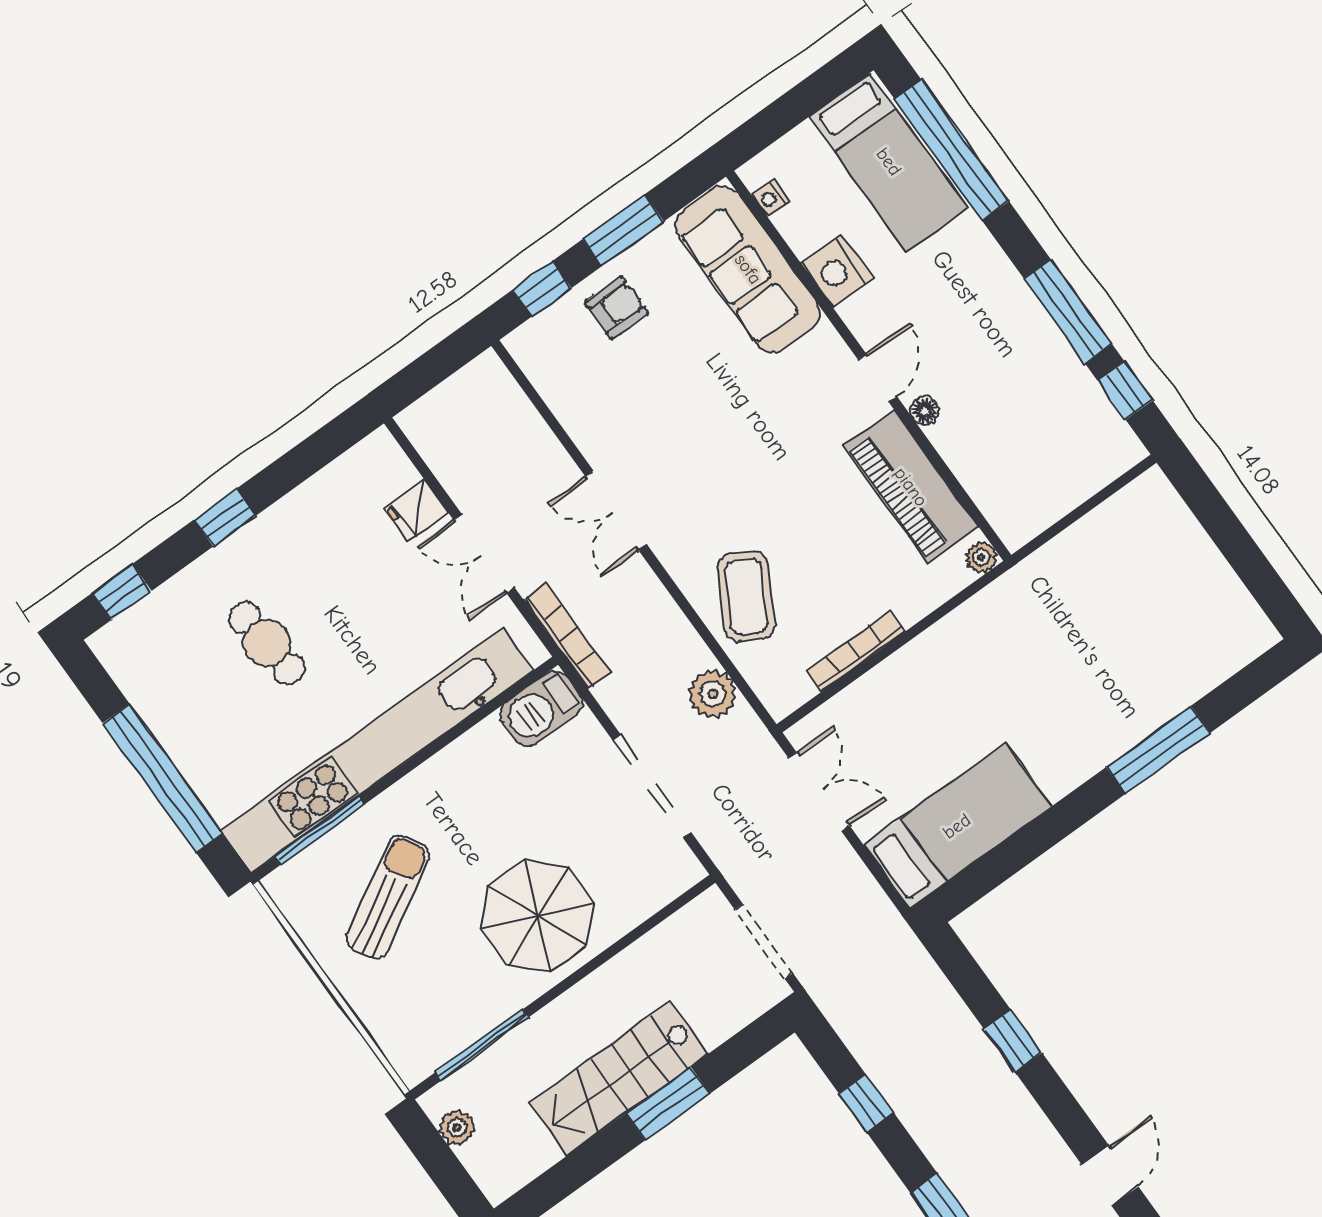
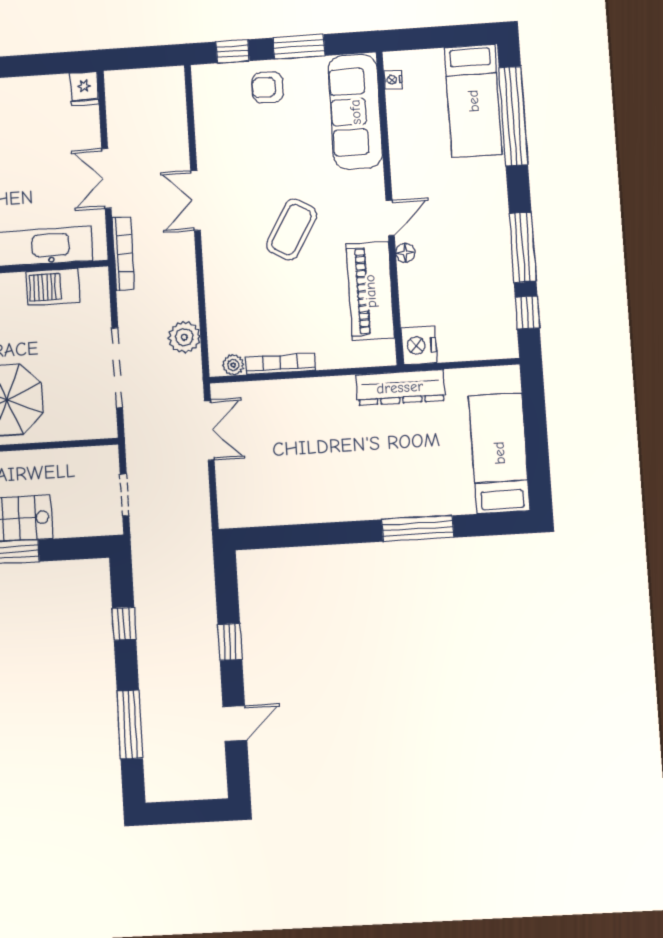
nightstand: (837, 271) -> (419, 345), moved
armchair: (616, 308) -> (268, 87), turned 180
fridge: (416, 511) -> (84, 88), moved, turned -90
plant: (981, 557) -> (233, 365), moved
dresser: (1025, 586) -> (400, 387), added
coffee table: (746, 596) -> (292, 230), moved
barbecue: (541, 709) -> (53, 287), moved
bed: (957, 826) -> (499, 453), moved, turned -90
doorway: (764, 941) -> (124, 495), width x0.73
door: (1110, 1176) -> (235, 723), moved

